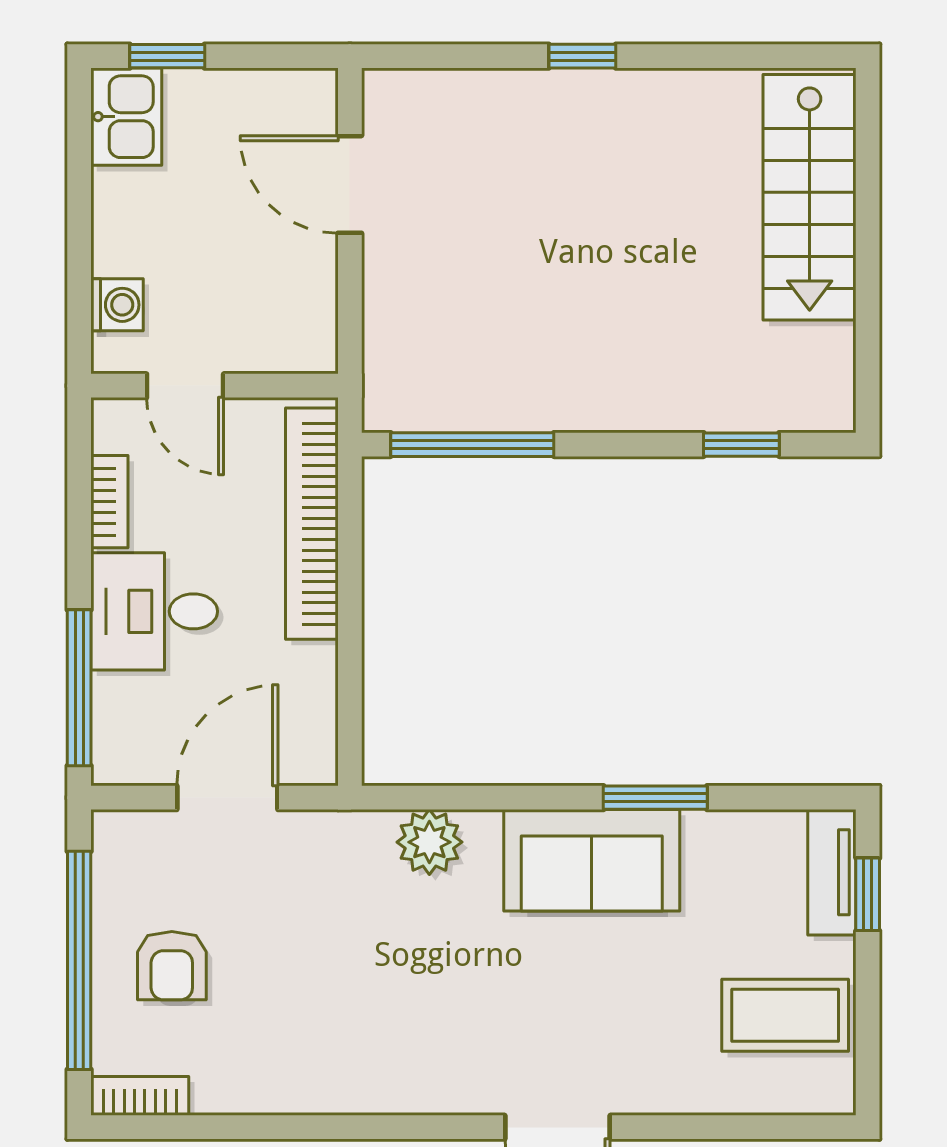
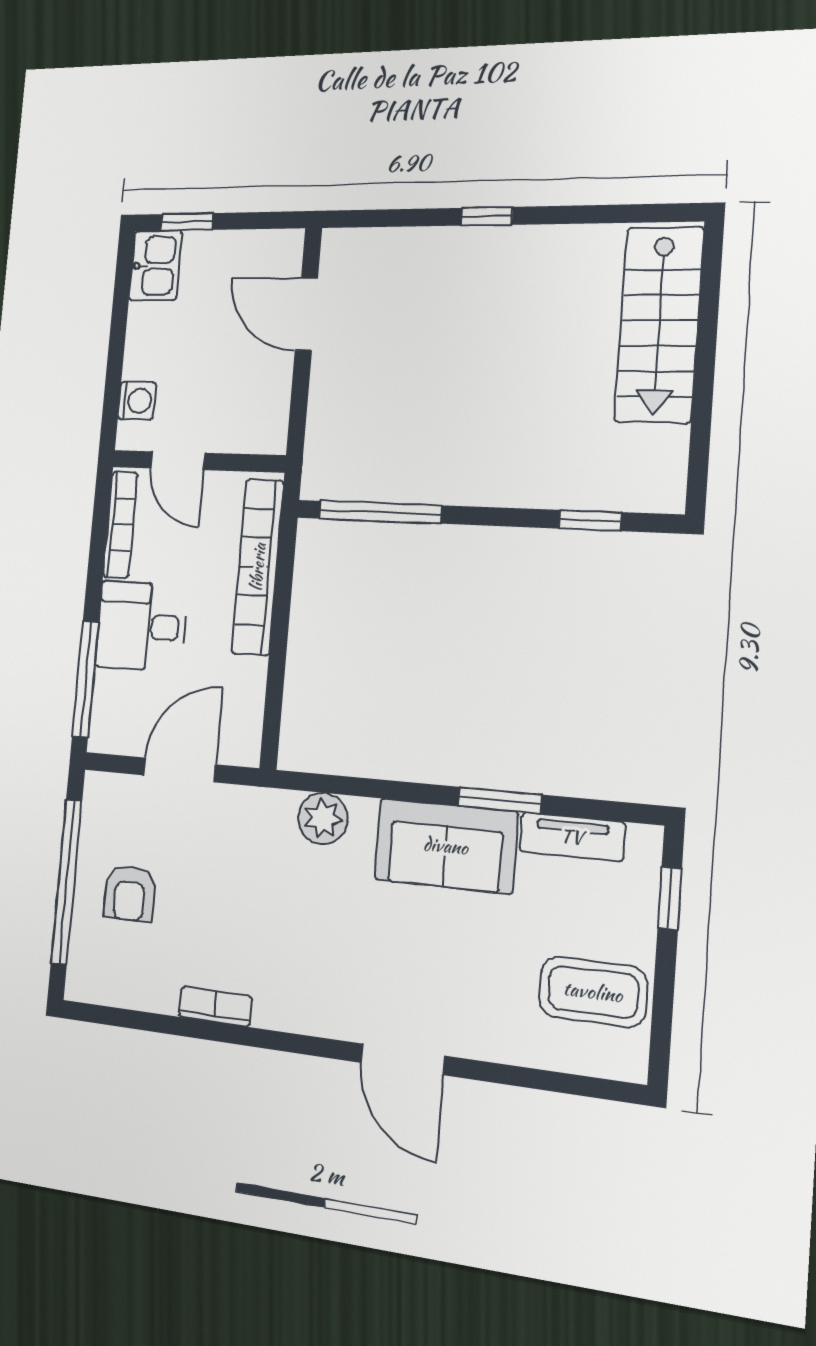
bookcase: (109, 502) -> (120, 525), width x1.56
tv unit: (832, 872) -> (572, 837), moved, turned -90
bookcase: (140, 1096) -> (215, 1007), moved

